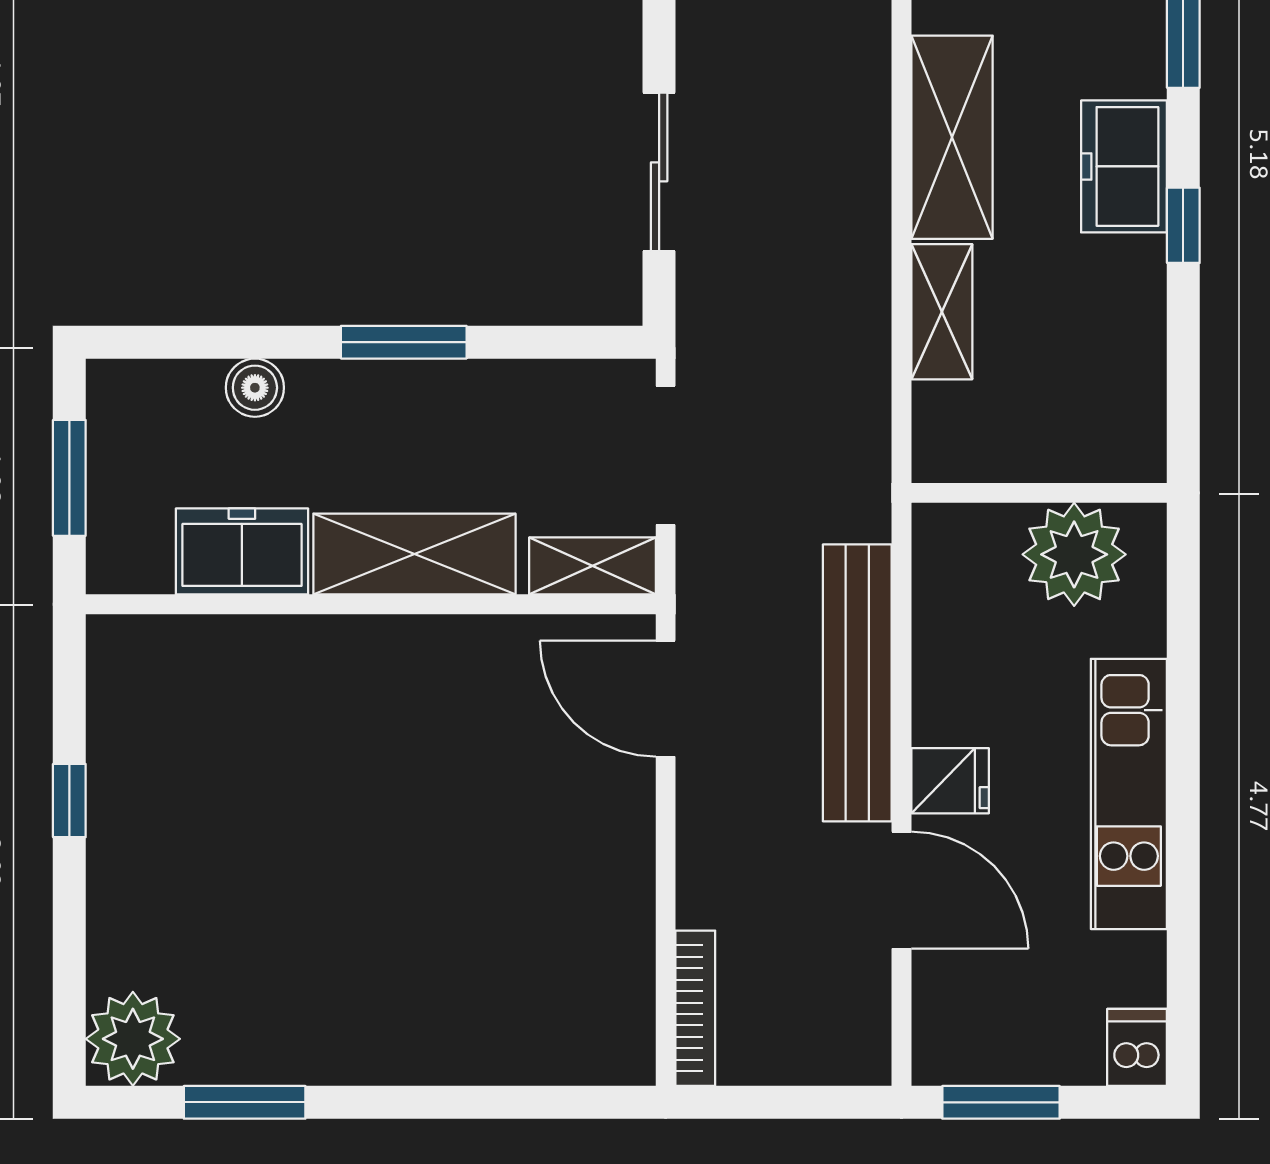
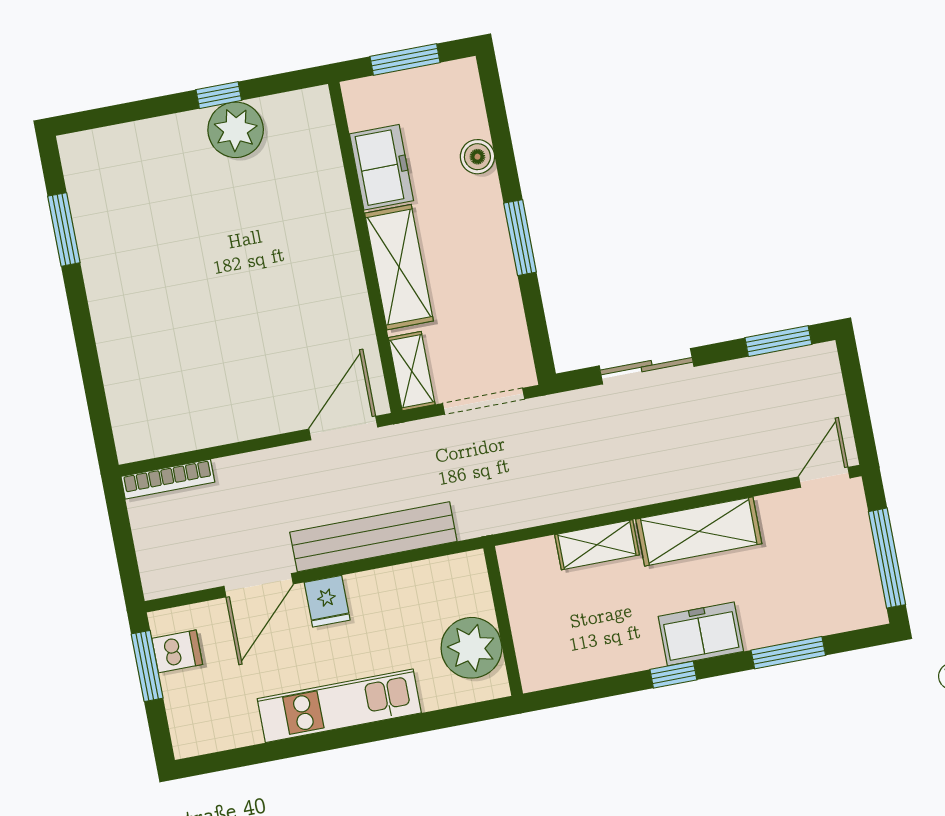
plant: (133, 1039) -> (236, 130), moved
dishwasher: (1137, 1047) -> (177, 651), moved

